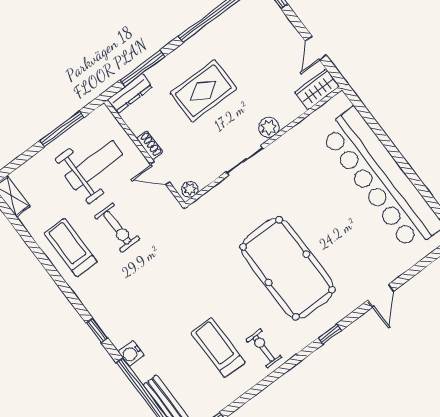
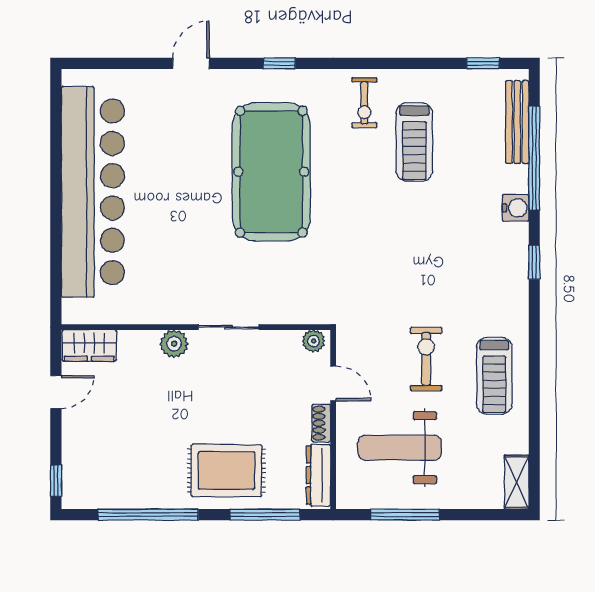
rug: (203, 91) -> (226, 471), moved
dresser: (130, 93) -> (318, 475), moved, turned -90

